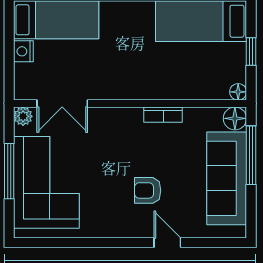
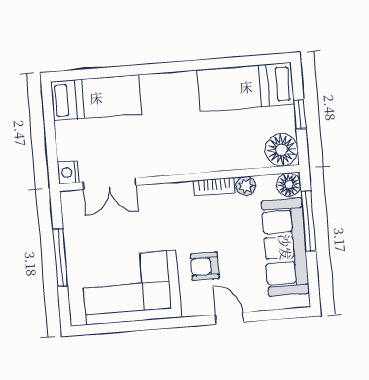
nightstand: (23, 51) -> (68, 172), moved
floor lamp: (238, 92) -> (282, 150), width x1.89, depth x1.89
plant: (23, 116) -> (246, 186), moved
corner sofa: (46, 182) -> (131, 287), moved, turned -90

